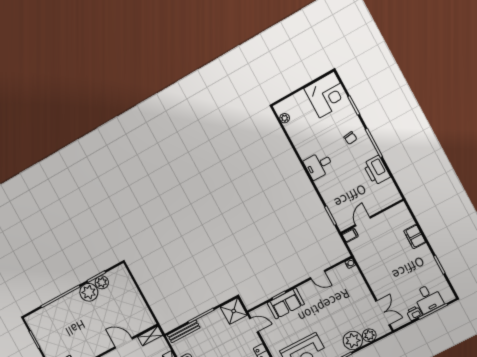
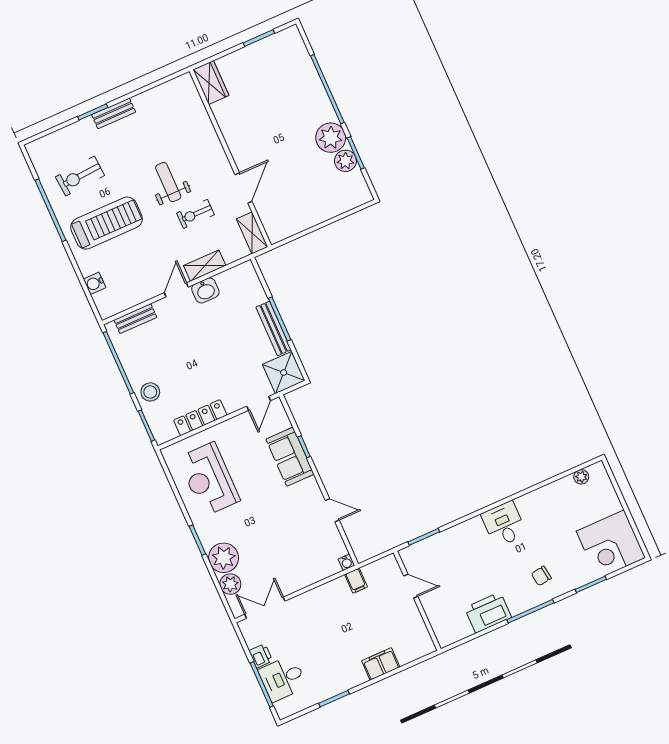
filing cabinet: (350, 235) -> (356, 581), moved
door: (318, 275) -> (332, 510), swing flipped
double door: (383, 313) -> (265, 608), swing flipped
bench: (184, 331) -> (274, 328), moved

